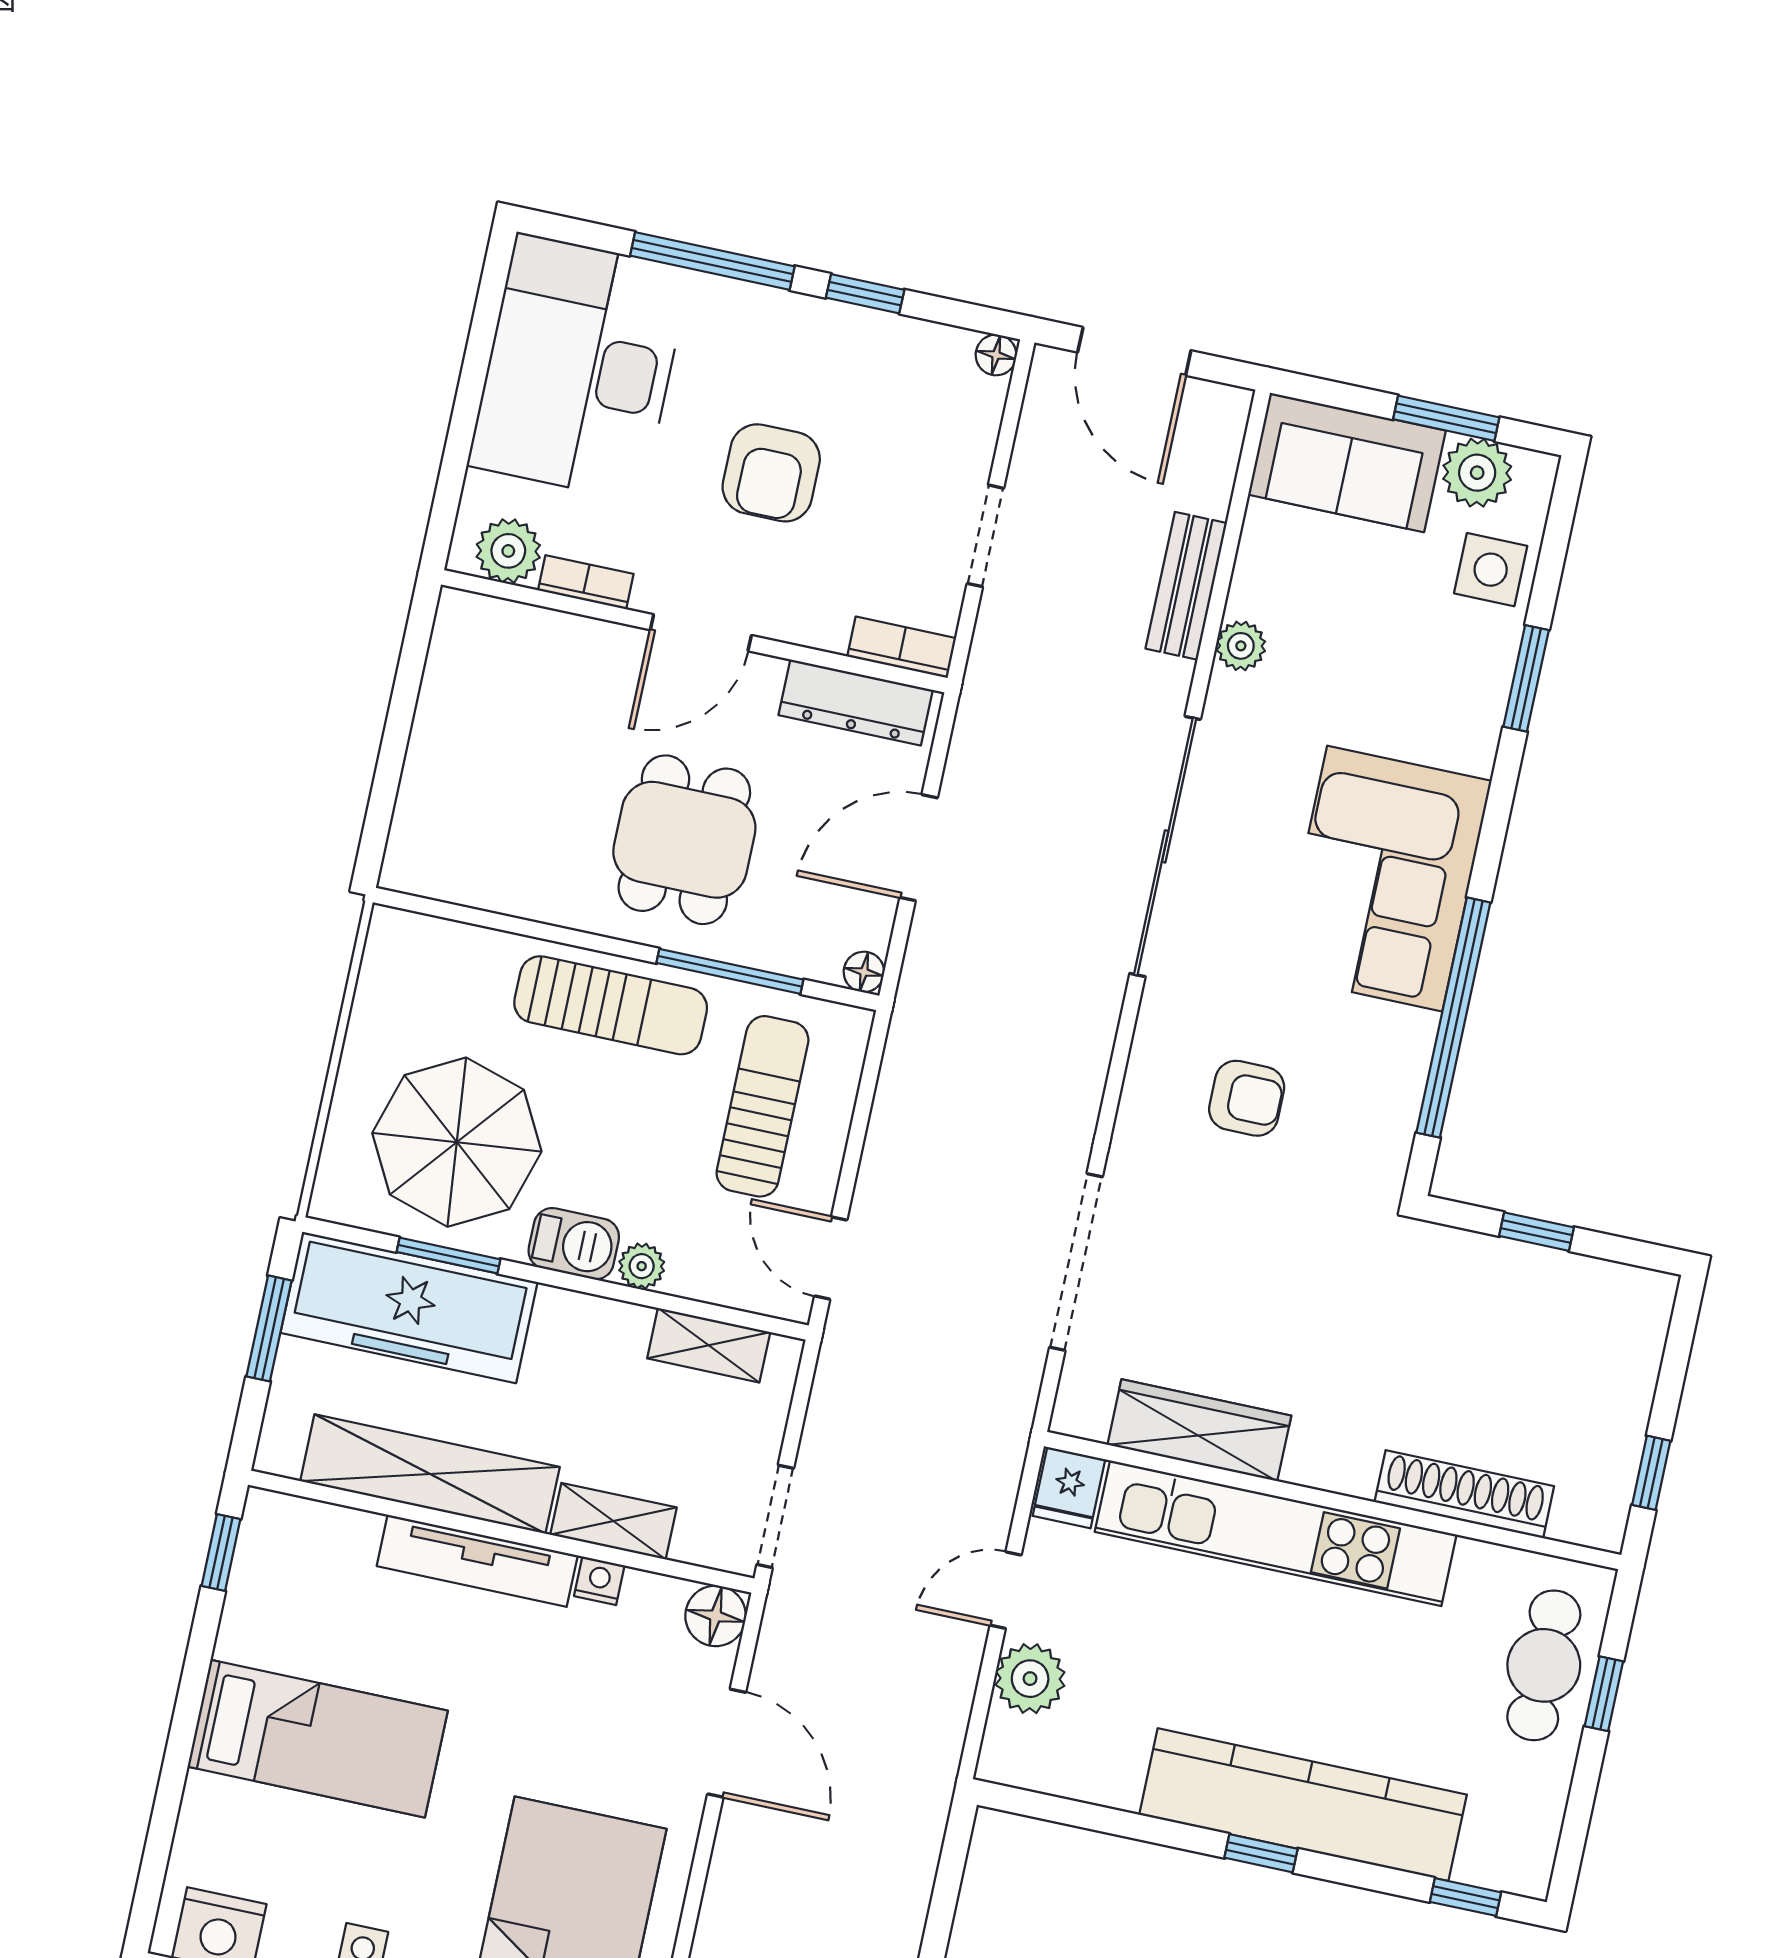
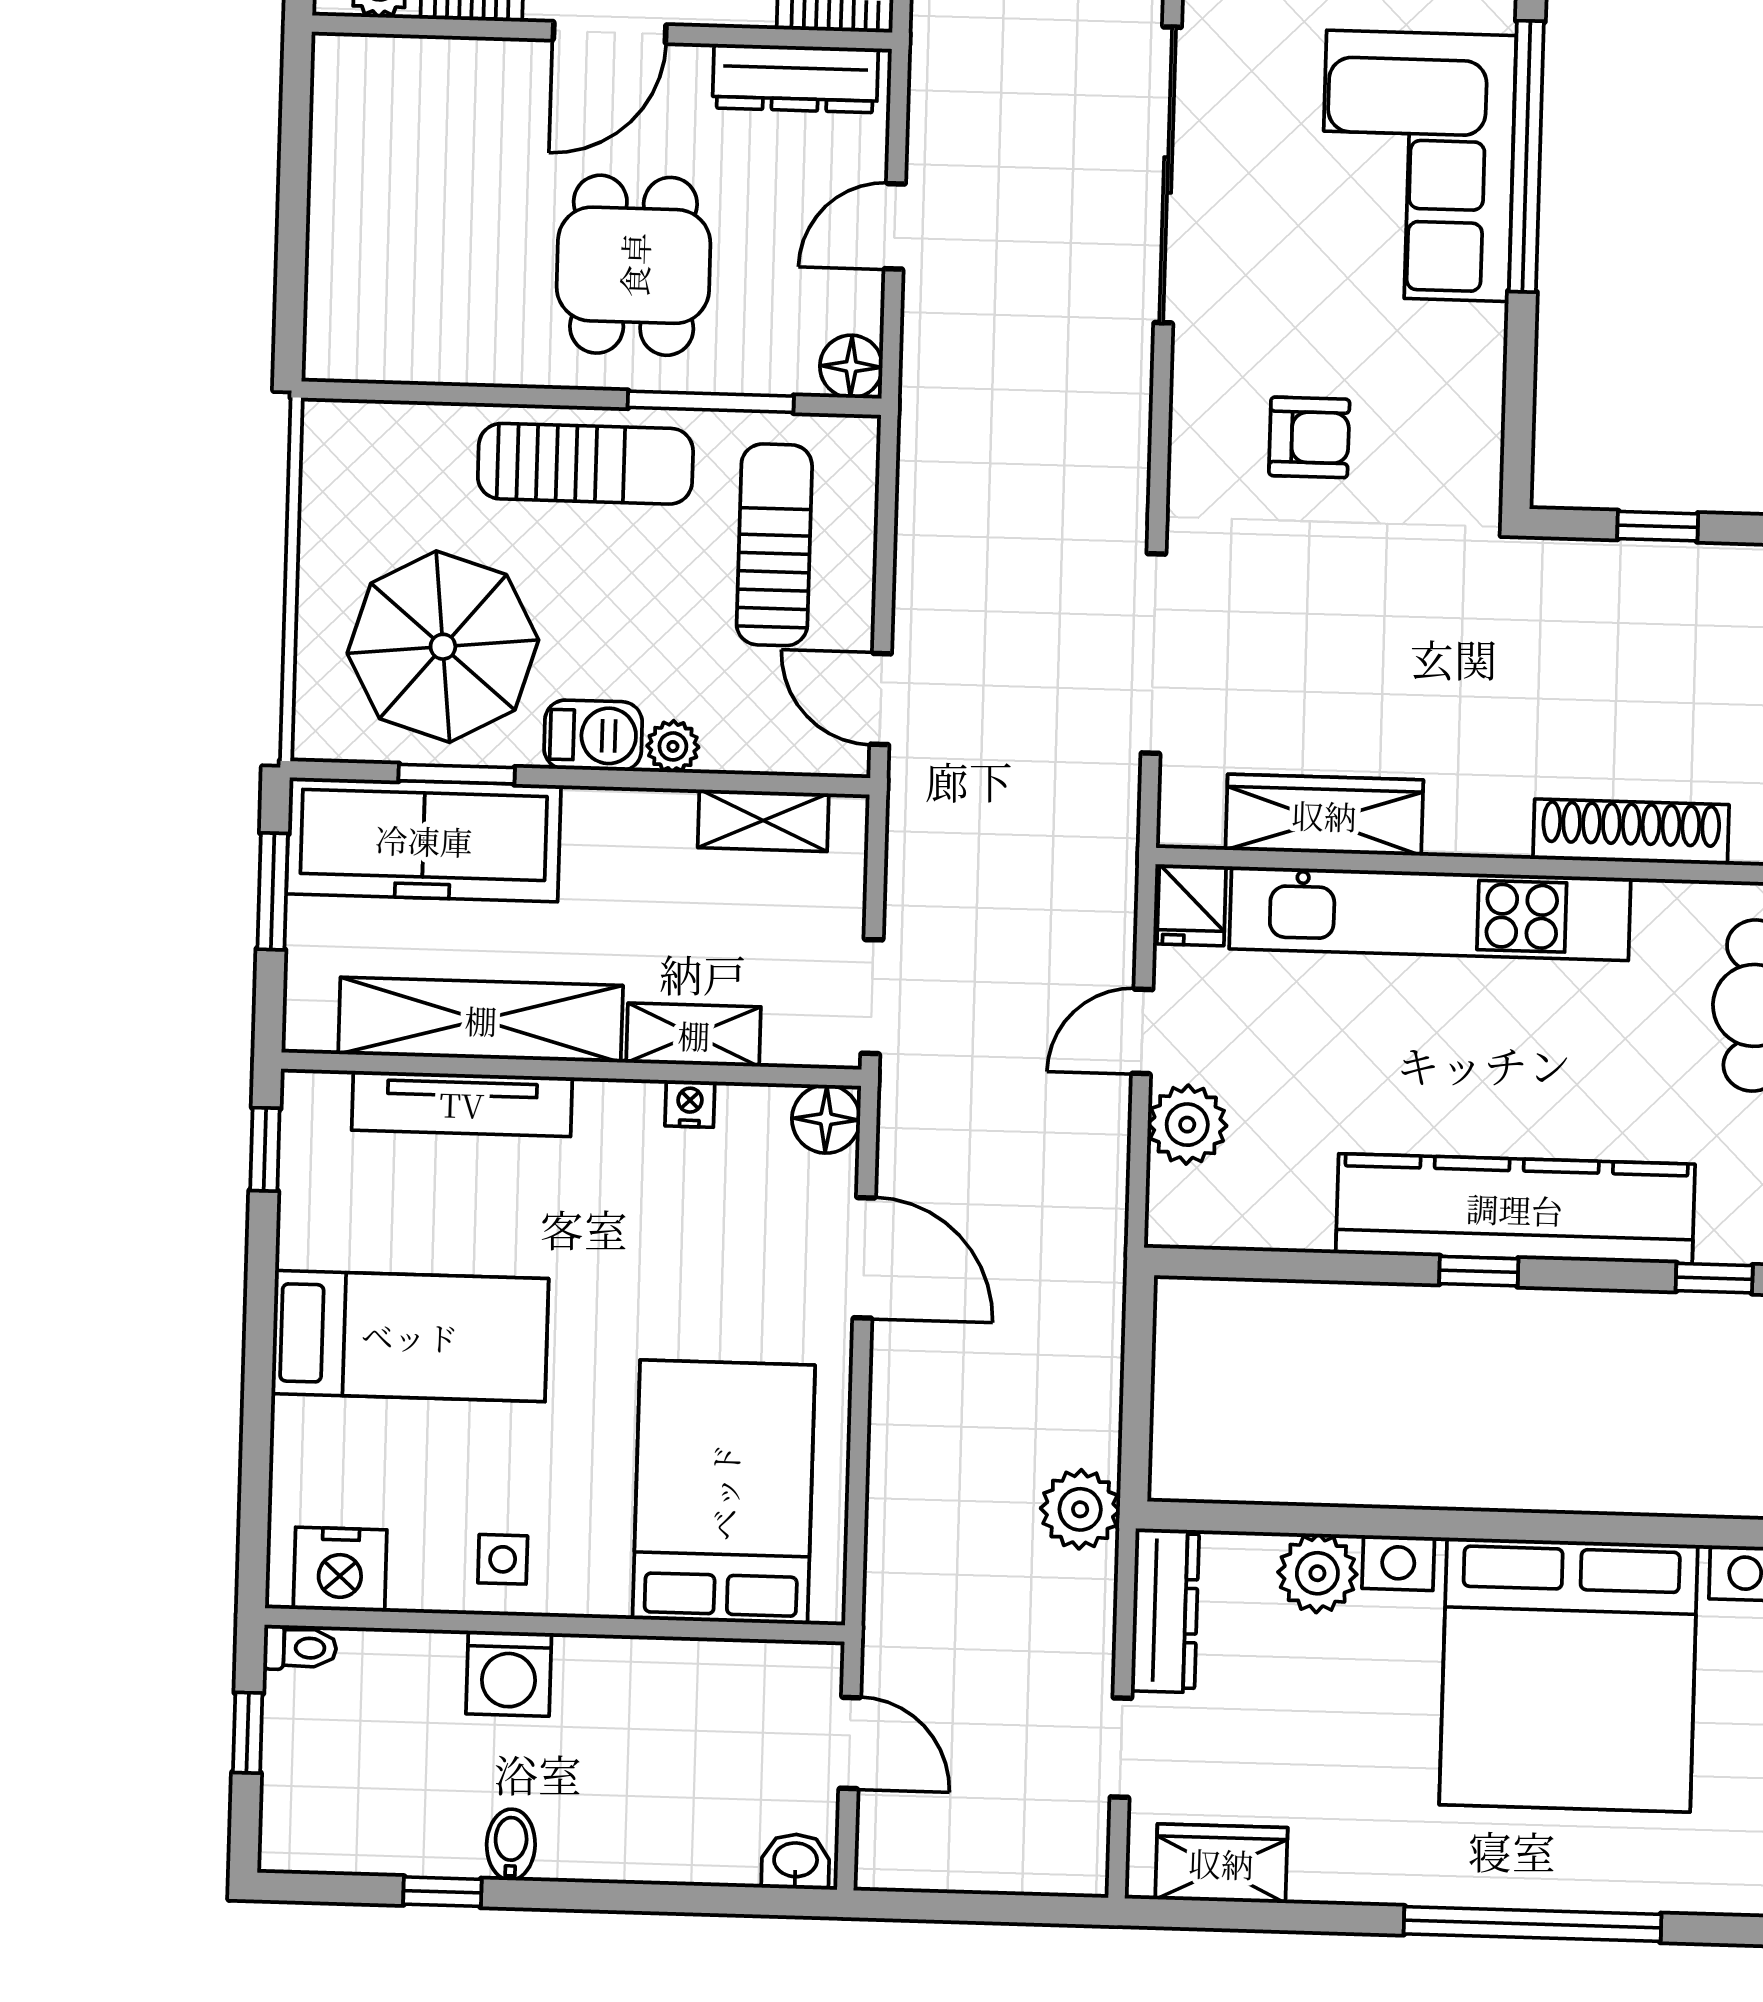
door: (919, 848) -> (895, 226), width x0.73
floor lamp: (864, 972) -> (851, 366), width x1.37, depth x1.37
window: (1453, 1018) -> (1526, 156), moved
tv unit: (477, 1561) -> (462, 1104), moved

